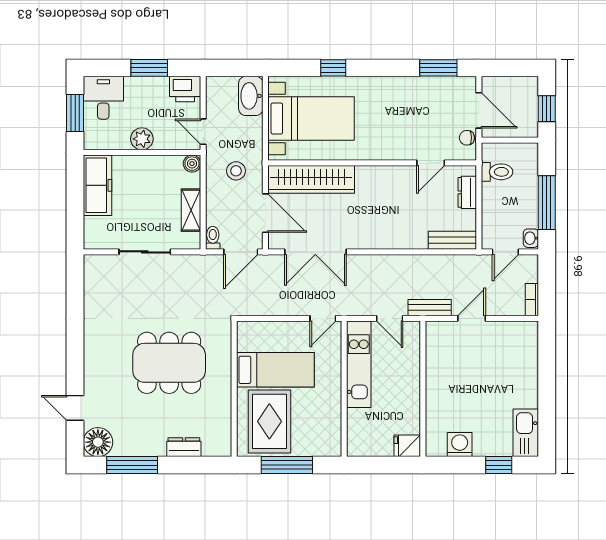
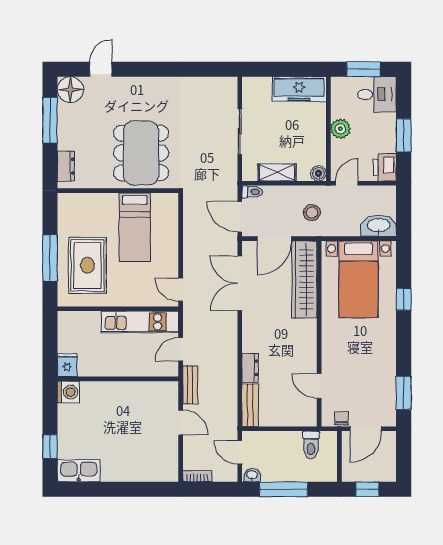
dresser: (467, 192) -> (250, 368), moved, turned 90
bed: (275, 370) -> (135, 227), moved
wall: (234, 389) -> (118, 191), moved
rug: (269, 421) -> (87, 265), moved, turned 90
washing machine: (460, 445) -> (68, 392), moved

